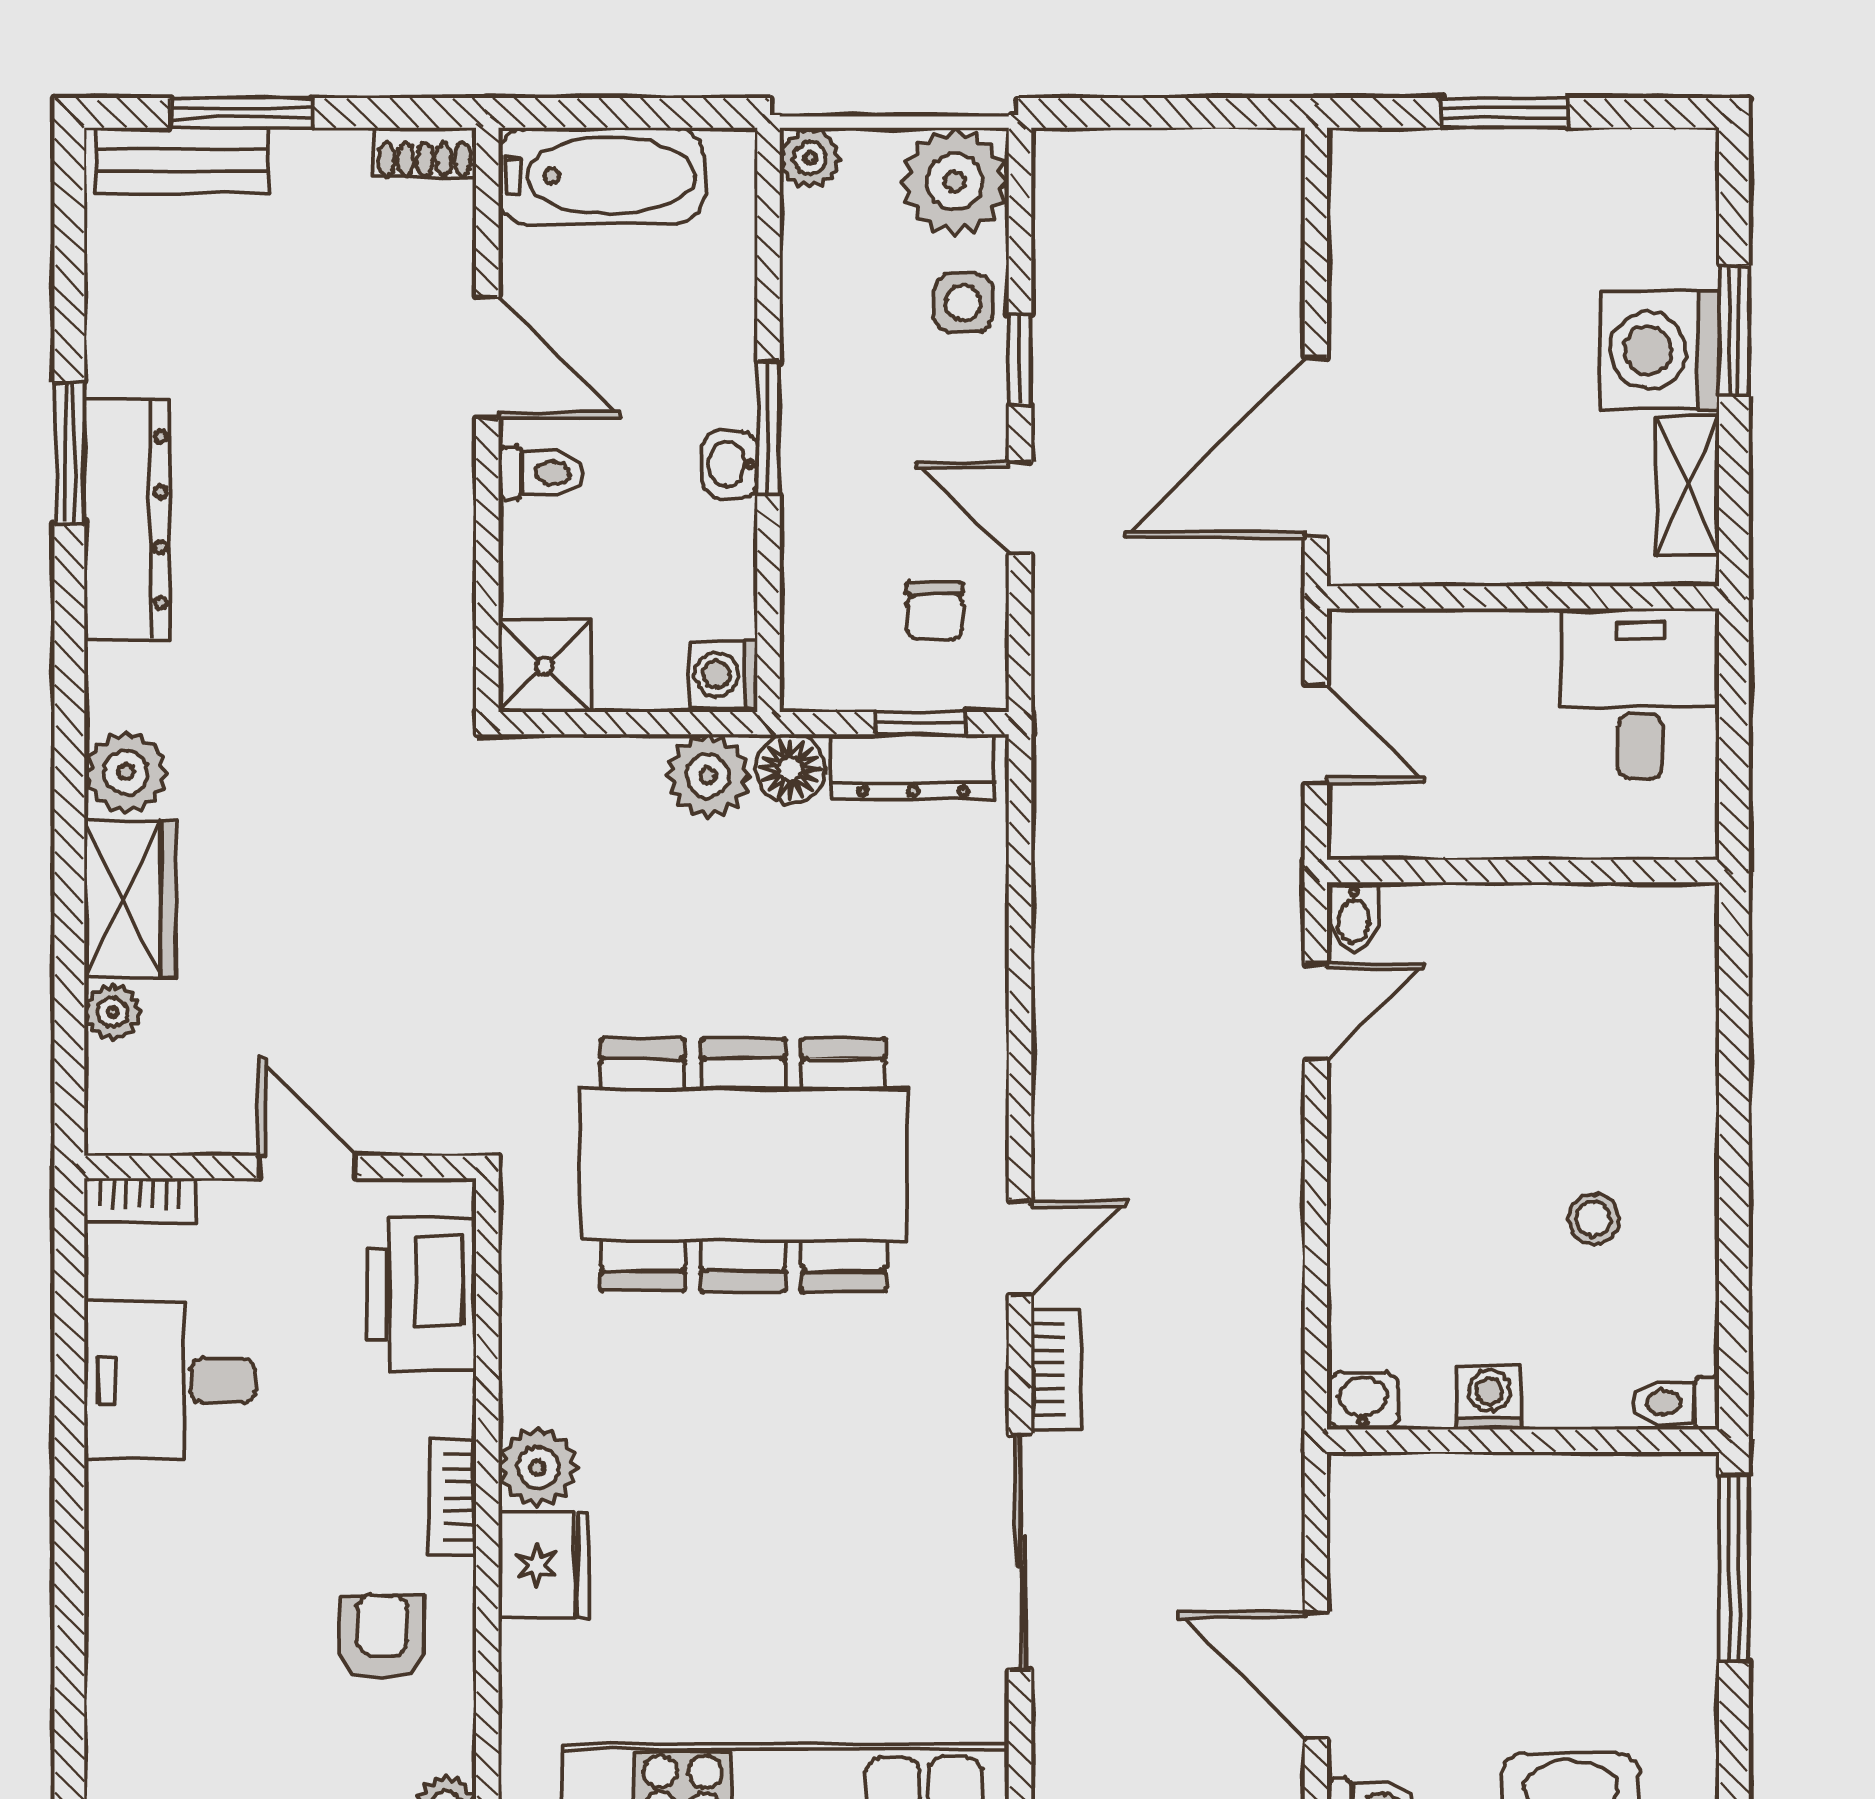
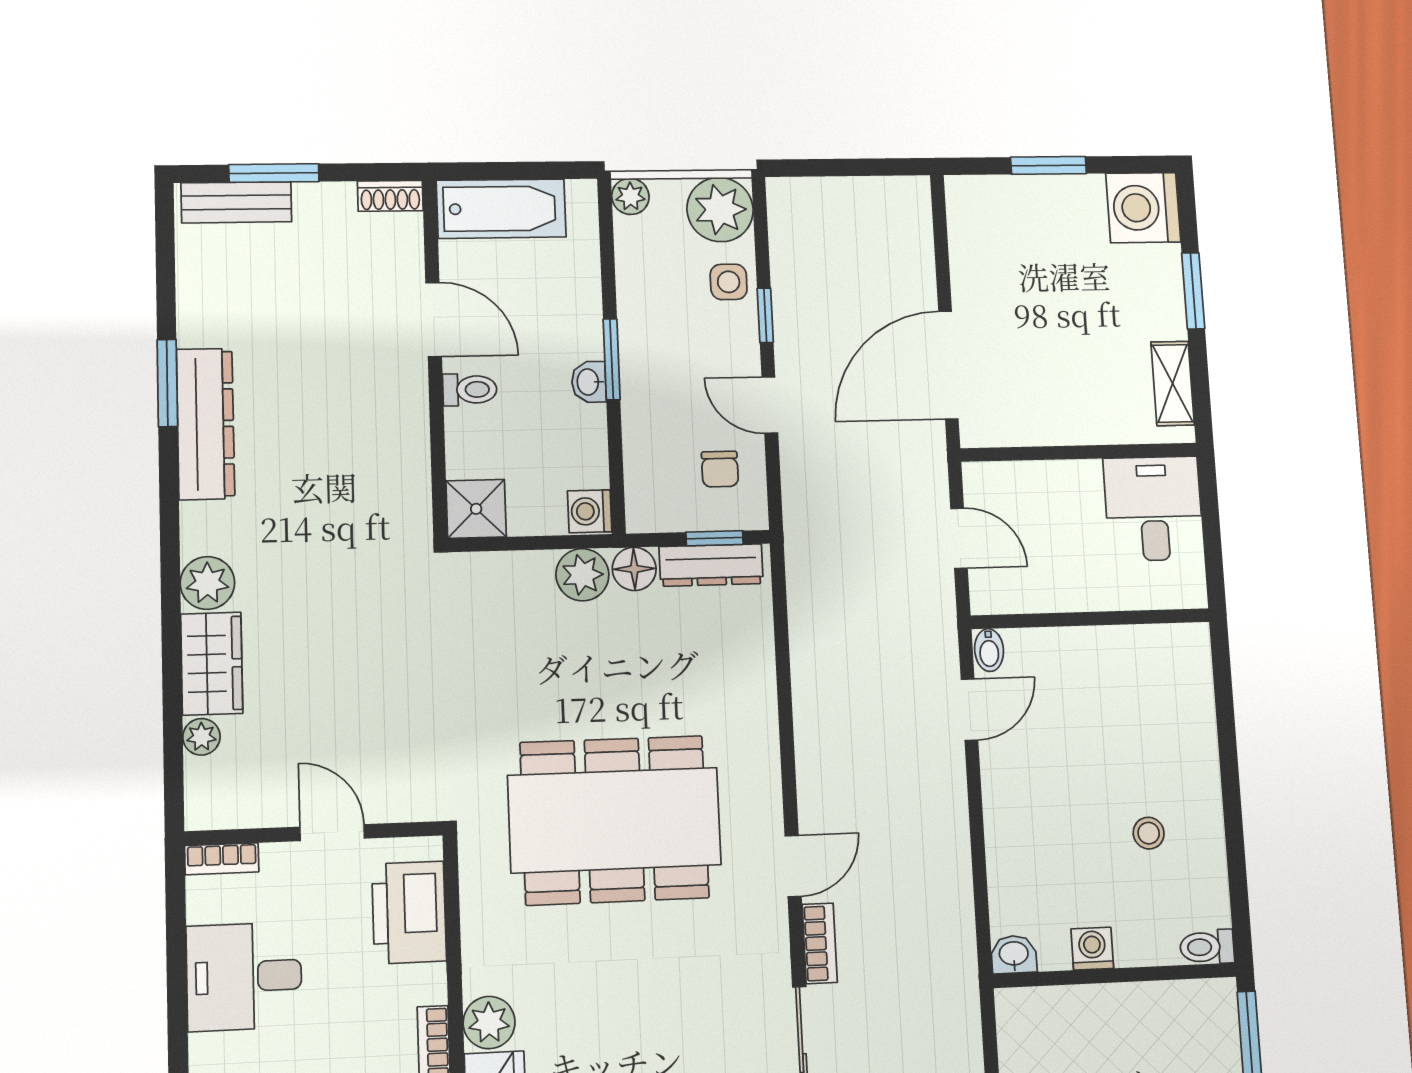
washing machine: (1660, 350) -> (1143, 208), moved

